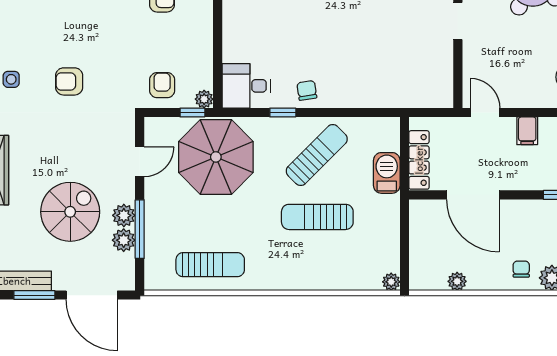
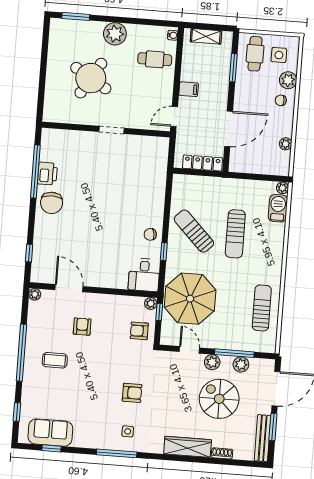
armchair: (69, 81) -> (132, 393), turned -90
barbecue: (387, 173) -> (278, 208), moved, turned 90
plant: (124, 215) -> (212, 362), moved

